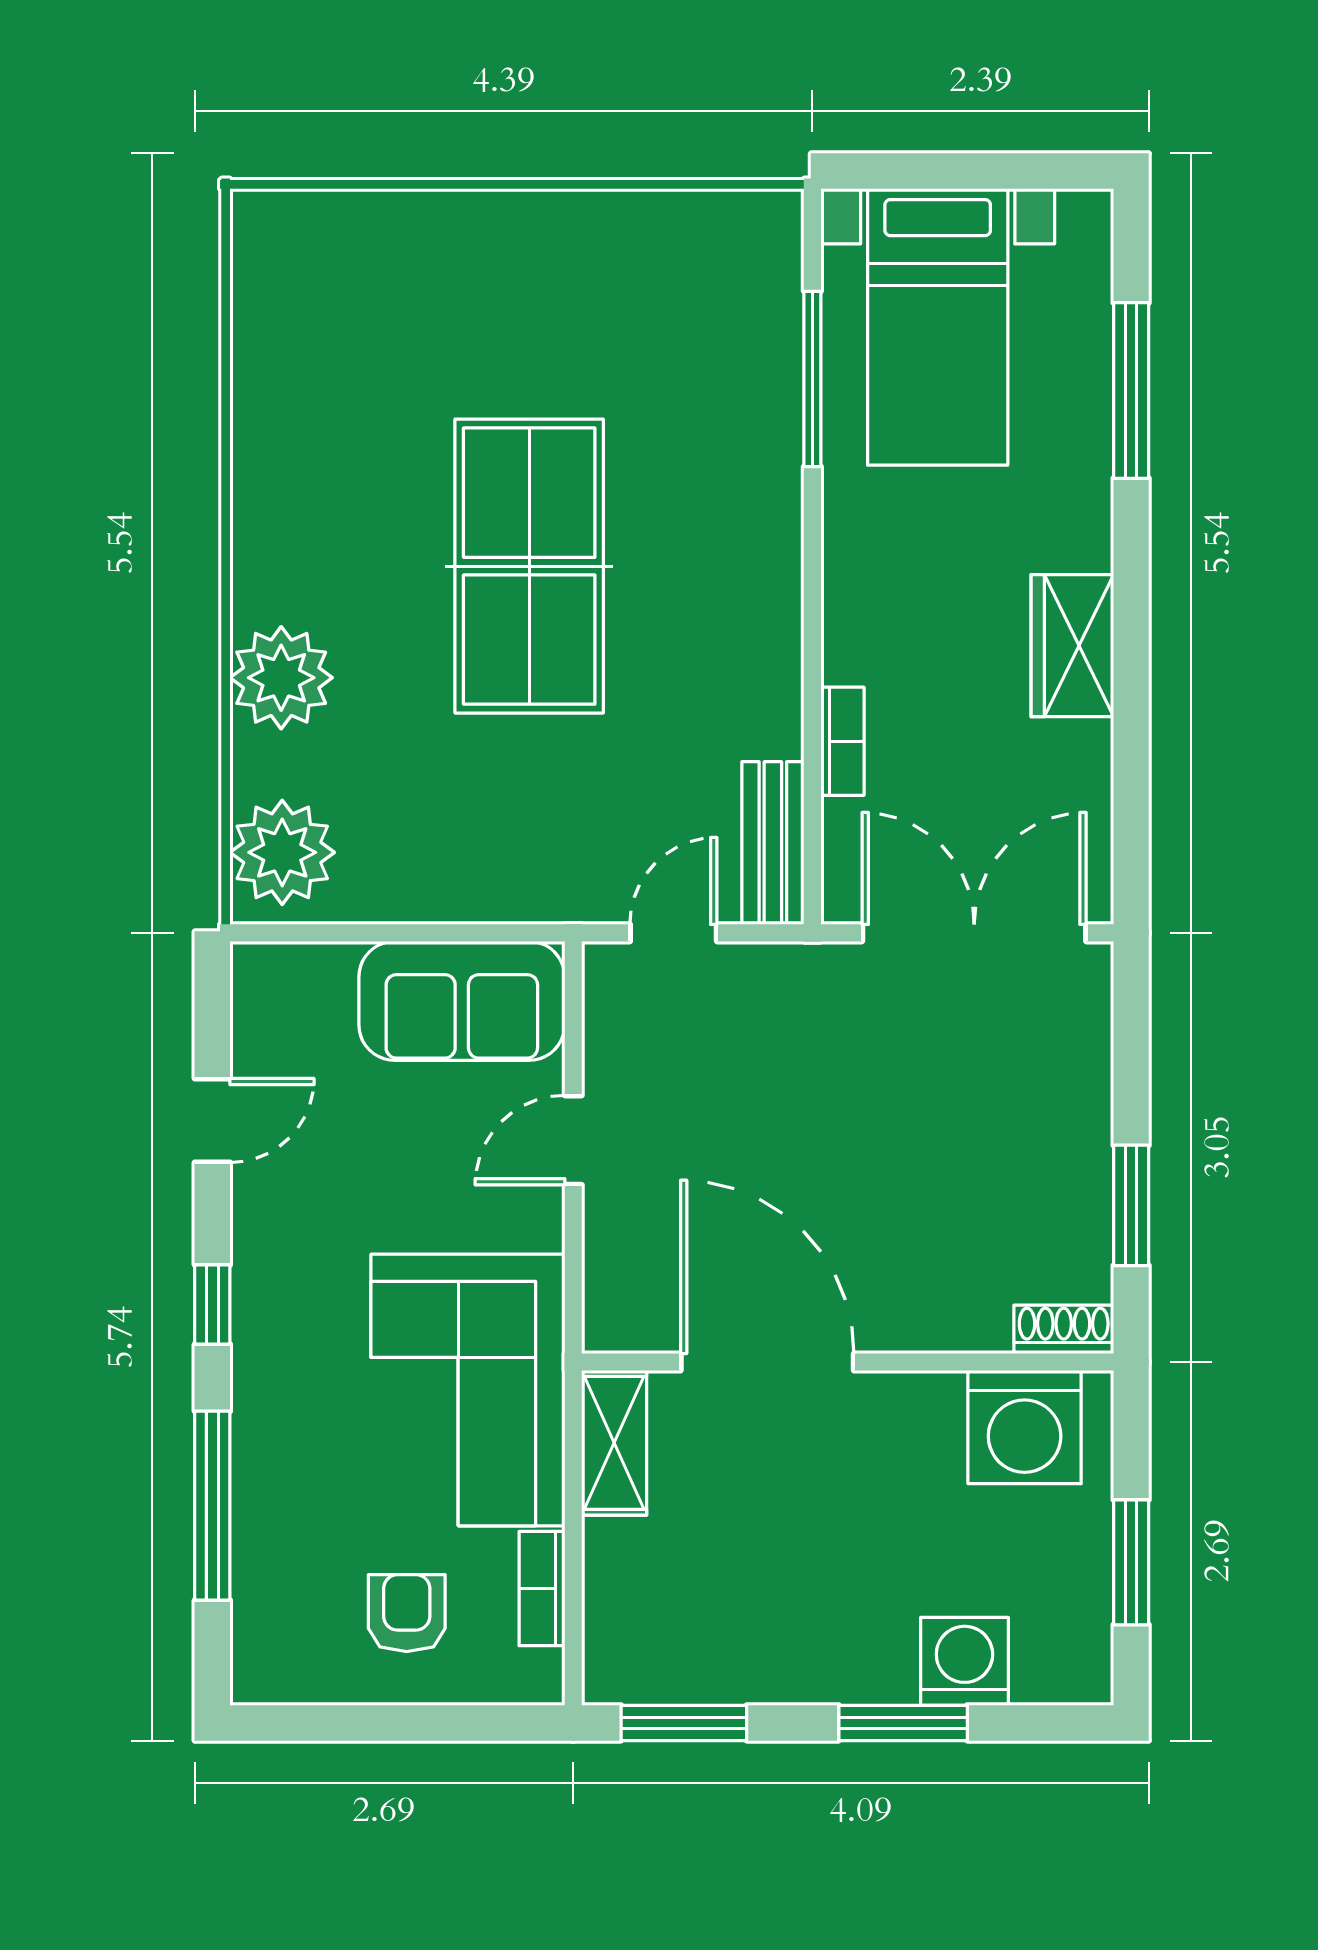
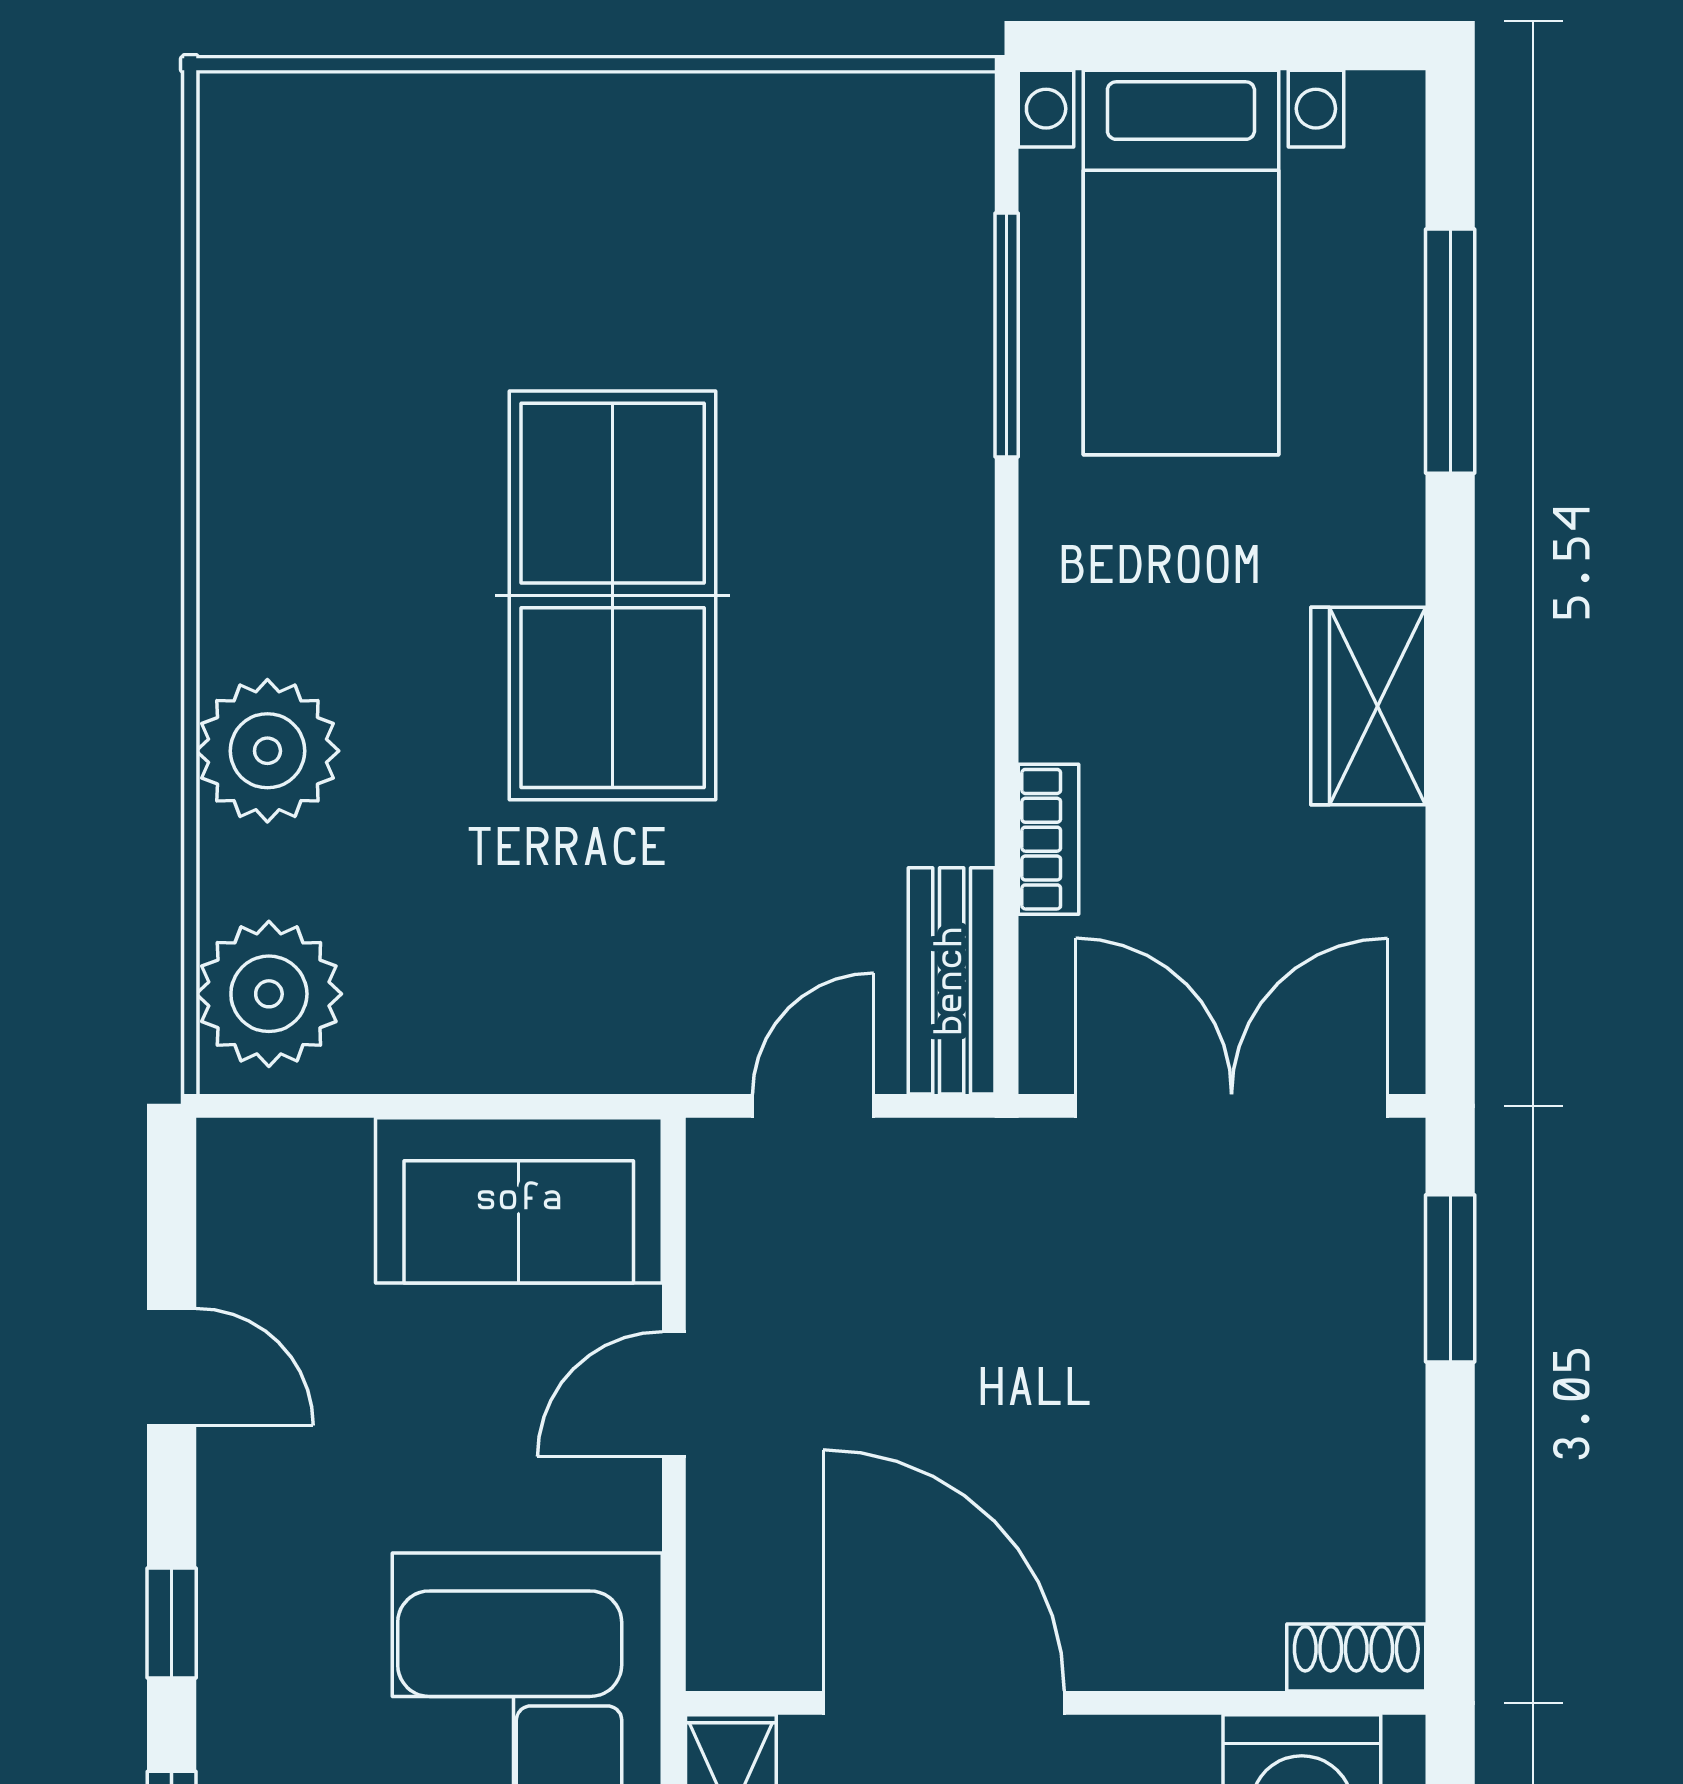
door: (212, 1120) -> (172, 1367), hinge flipped
window: (1131, 1205) -> (1450, 1278), moved

